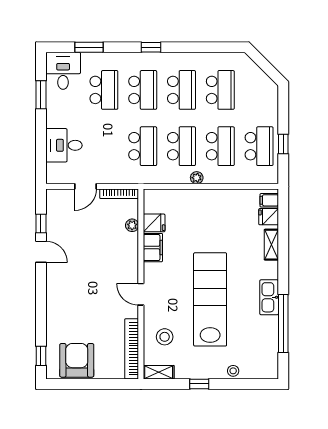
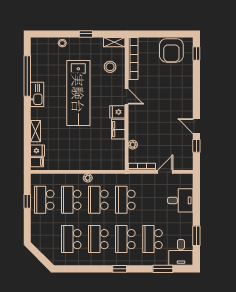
fridge: (154, 223) -> (117, 112), moved

